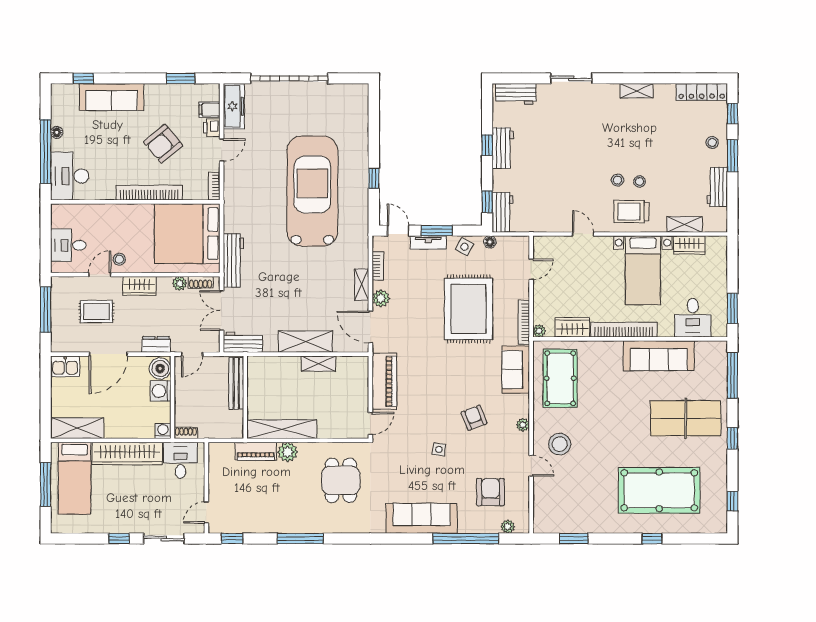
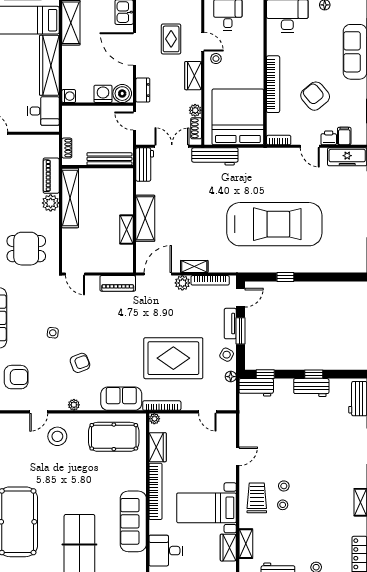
bookcase: (378, 266) -> (210, 280), width x1.56
piano: (384, 381) -> (118, 283), width x0.73, depth x0.75
shoe rack: (186, 433) -> (67, 148), moved

